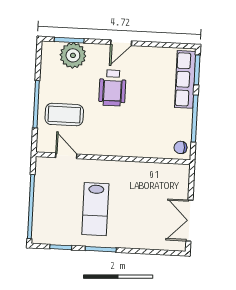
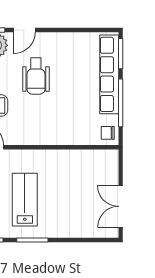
door: (121, 43) -> (24, 30), moved
row of seats: (185, 79) -> (109, 74), width x1.36
lab bench: (95, 209) -> (25, 200), turned 180

